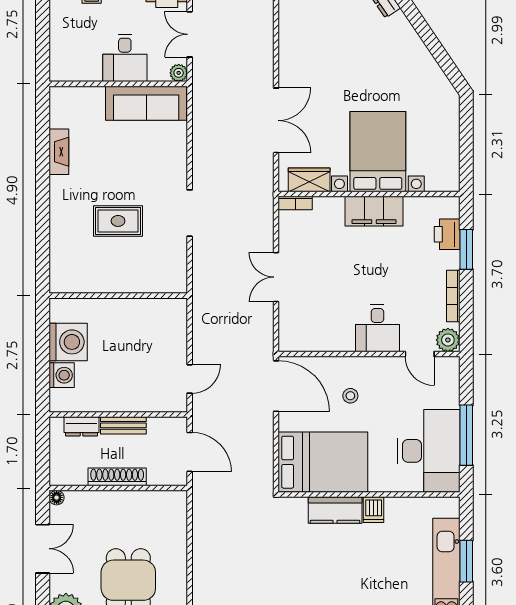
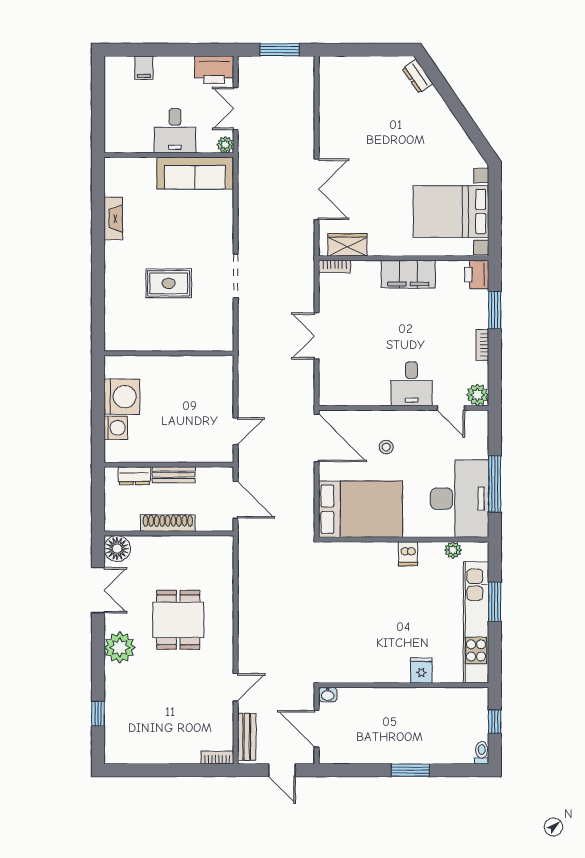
bed with nightstands: (378, 152) -> (451, 212), moved, turned -90
printer: (447, 234) -> (477, 275), moved
bookcase: (453, 296) -> (482, 345), width x0.64
floor lamp: (57, 498) -> (117, 549), width x1.89, depth x1.89
plant: (422, 506) -> (453, 550), added
kitchen counter: (335, 510) -> (372, 554), removed

